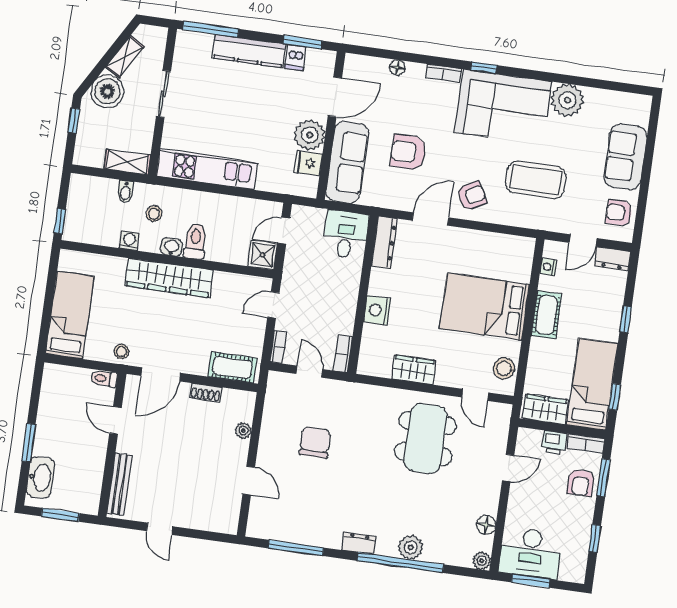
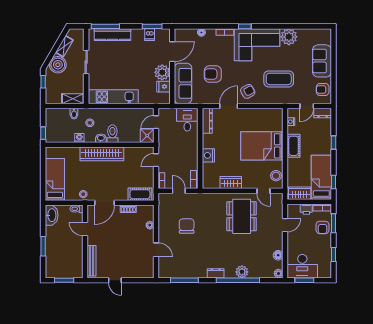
kitchen counter: (249, 51) -> (113, 35), moved
washbasin: (40, 477) -> (52, 215), moved

